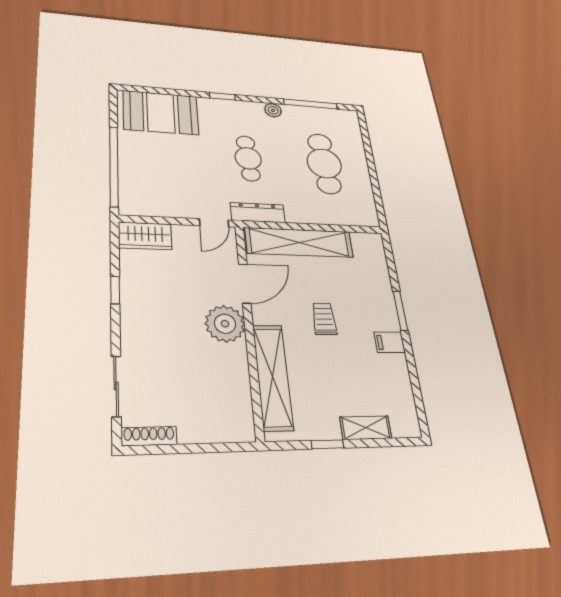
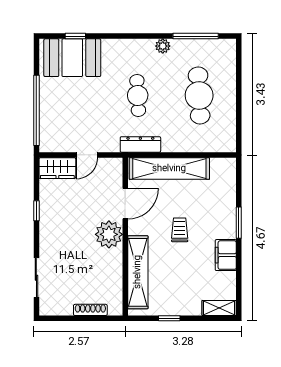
window: (222, 96) -> (75, 36), moved
door: (214, 223) -> (87, 155), moved
filing cabinet: (390, 342) -> (226, 255), width x2.00
shelving: (366, 428) -> (219, 308), moved
shoe rack: (149, 436) -> (90, 310), moved

